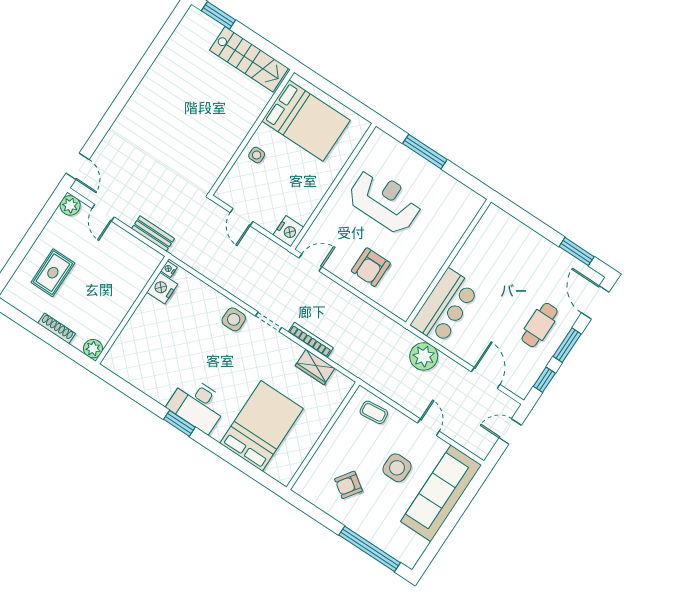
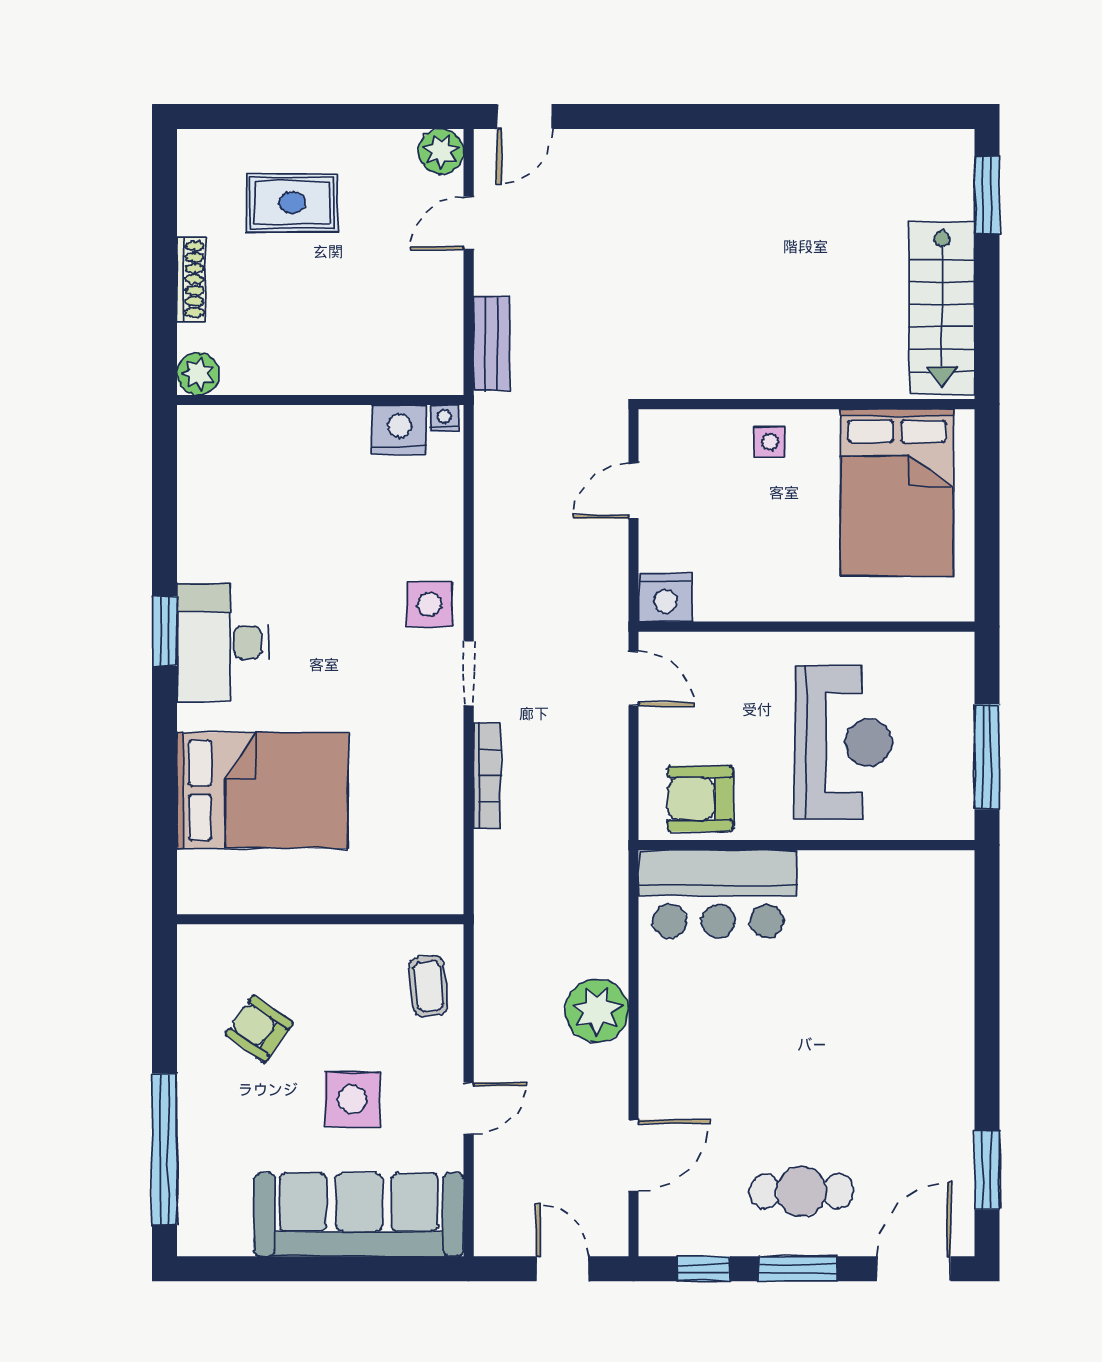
wall: (448, 262) -> (807, 845), moved
bar counter: (445, 307) -> (718, 894), moved
wardrobe: (315, 367) -> (441, 818), removed

